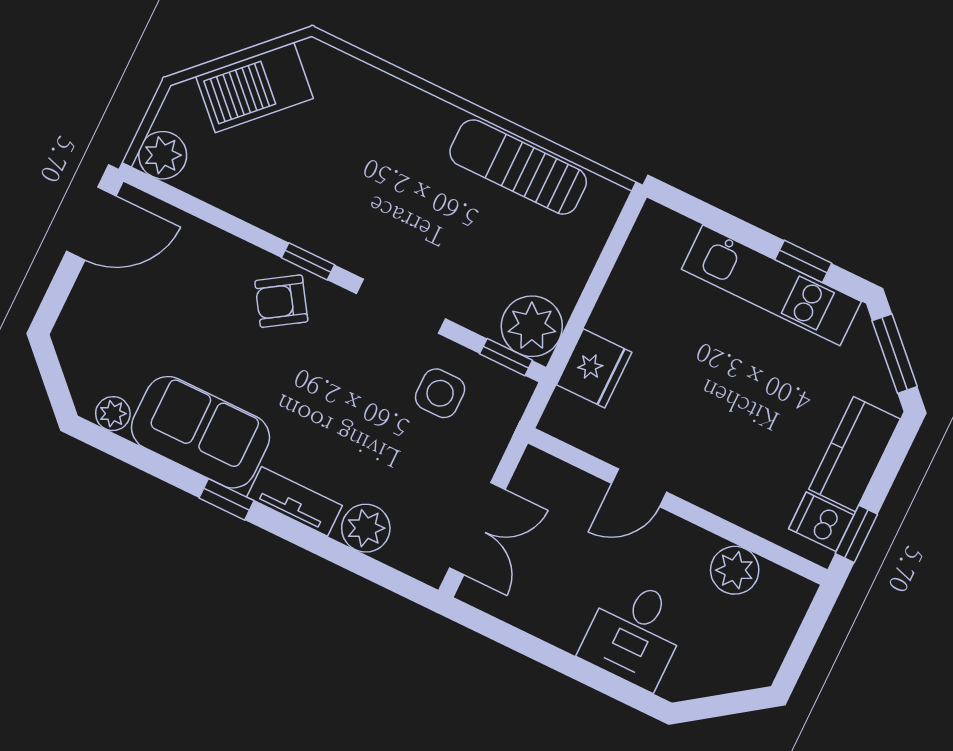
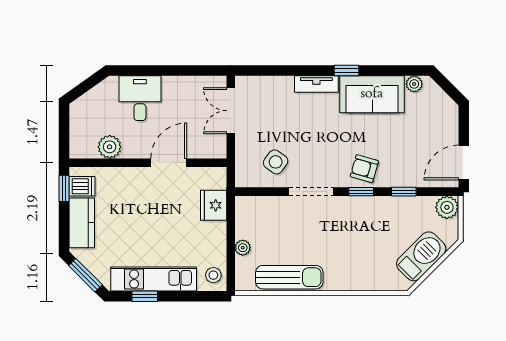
stool: (657, 239) -> (213, 275), added
armchair: (281, 301) -> (364, 169), turned -131
plant: (532, 326) -> (243, 248), moved, width x0.53, depth x0.53
window: (506, 357) -> (404, 192), moved
side table: (440, 393) -> (276, 162), turned 36
door: (639, 488) -> (169, 163), width x1.38
plant: (366, 528) -> (280, 87), removed

